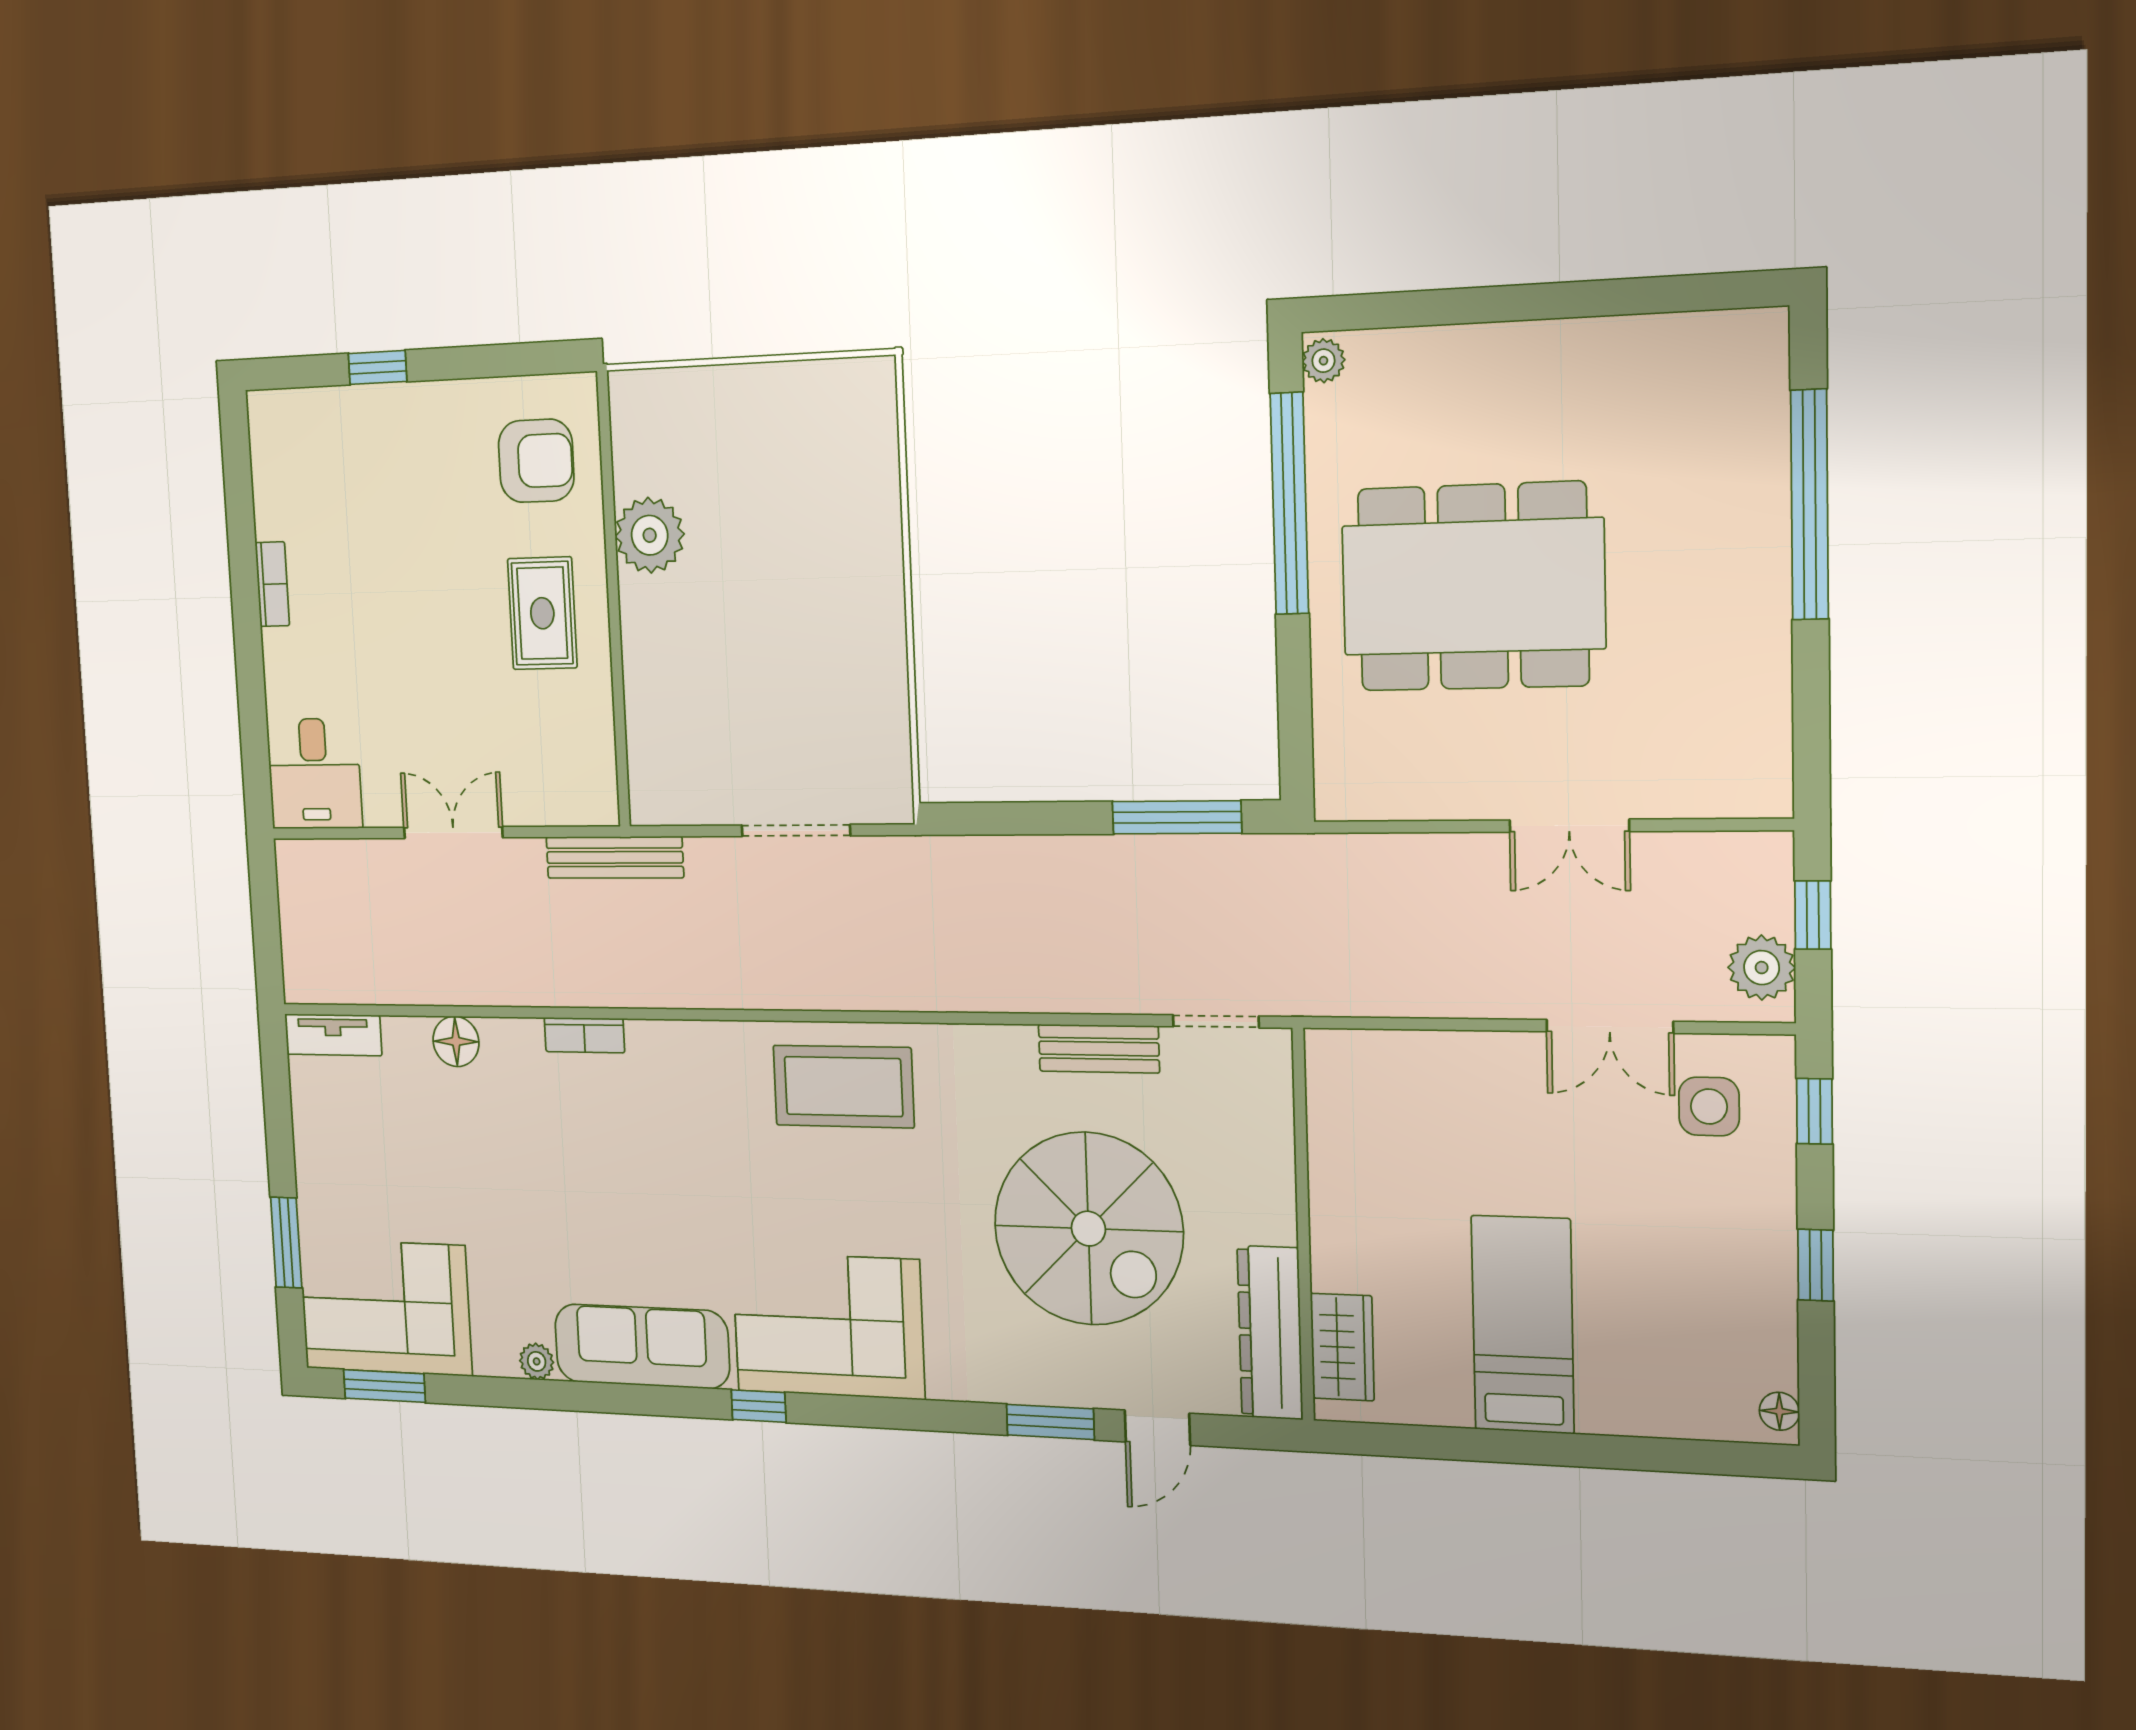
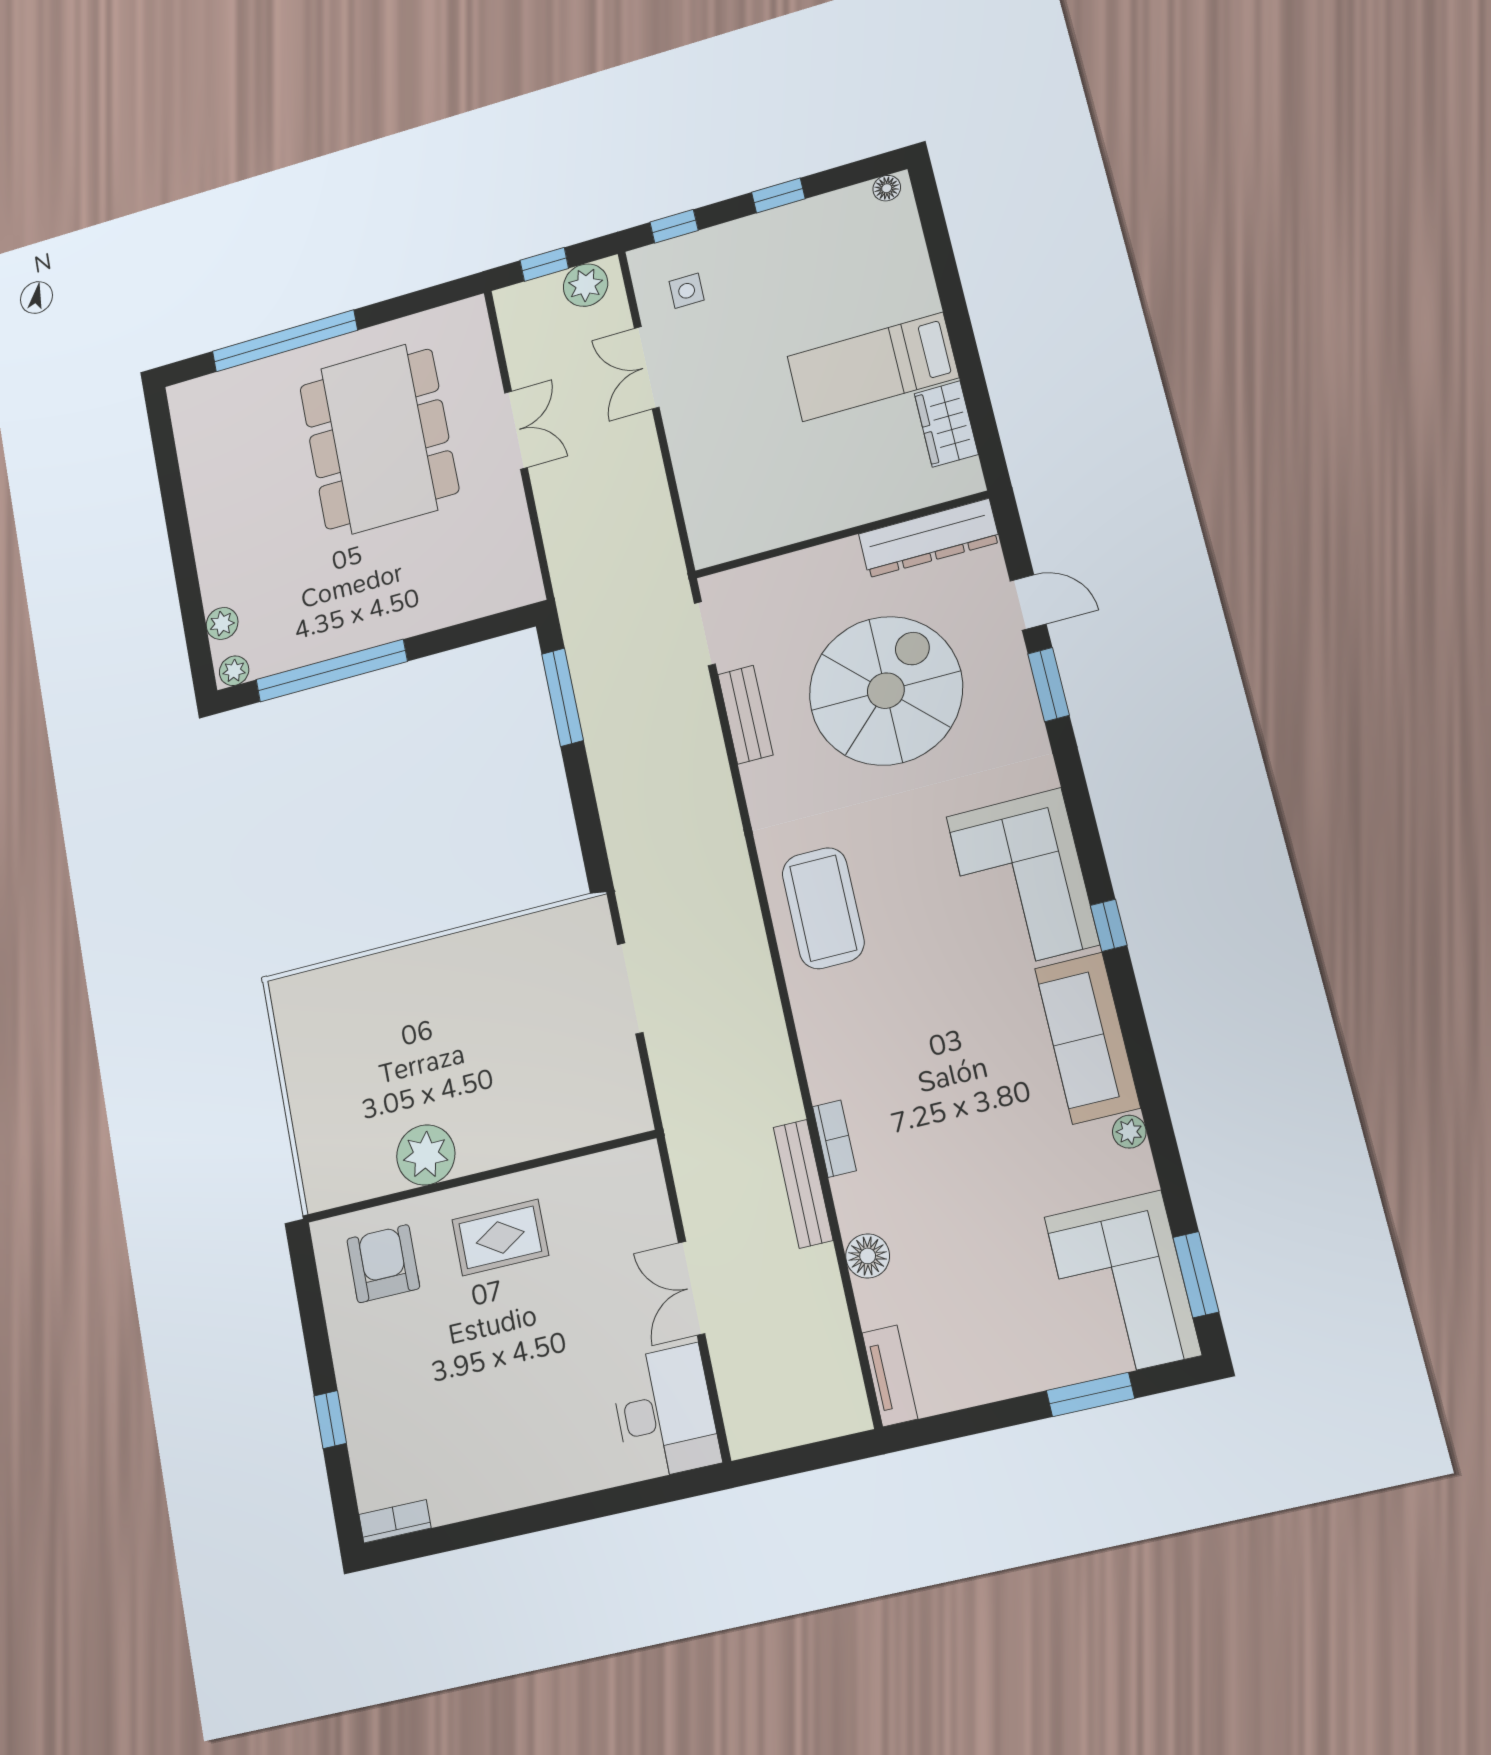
plant: (1397, 351) -> (222, 623), added
bookcase: (272, 584) -> (395, 1521), moved
dining table: (1473, 587) -> (379, 439), moved
desk: (314, 774) -> (665, 1412), width x1.37
bench: (615, 857) -> (803, 1184), moved
double door: (1610, 1027) -> (647, 368), swing flipped
side table: (1709, 1106) -> (687, 291), width x0.73, depth x0.73
wardrobe: (1342, 1347) -> (946, 424), moved, turned -90

